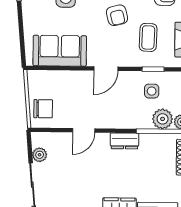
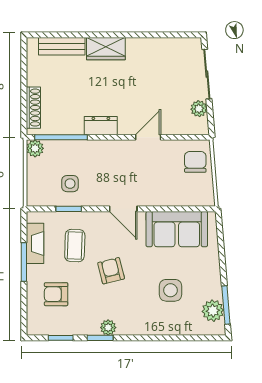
door: (106, 69) -> (123, 209), swing flipped
chair: (43, 109) -> (195, 162), turned 90
plant: (163, 119) -> (57, 152), removed

